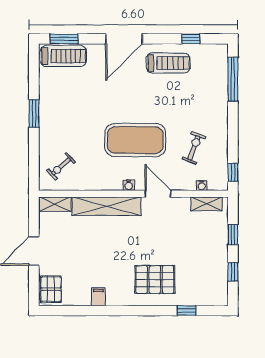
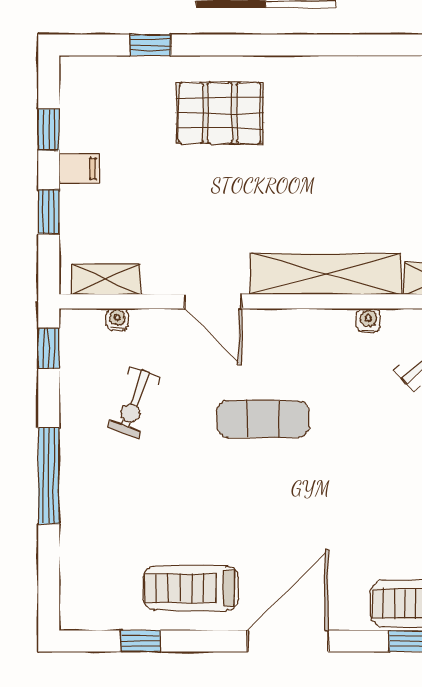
window: (233, 79) -> (49, 476), moved
exercise mat: (135, 140) -> (263, 419), width x0.50, depth x0.69
water cooler: (129, 185) -> (368, 320), moved
filing cabinet: (98, 297) -> (79, 169), moved, turned -90

